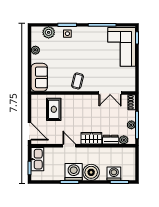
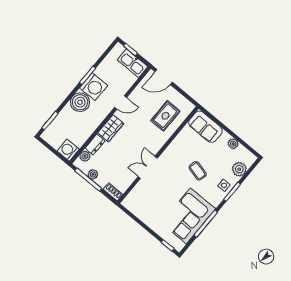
corner sofa: (122, 47) -> (189, 216), moved, turned -90
coffee table: (78, 81) -> (198, 171), moved
double door: (110, 93) -> (148, 167), moved
rug: (54, 109) -> (165, 116), turned 90
washing machine: (114, 174) -> (68, 150), moved, turned 180

